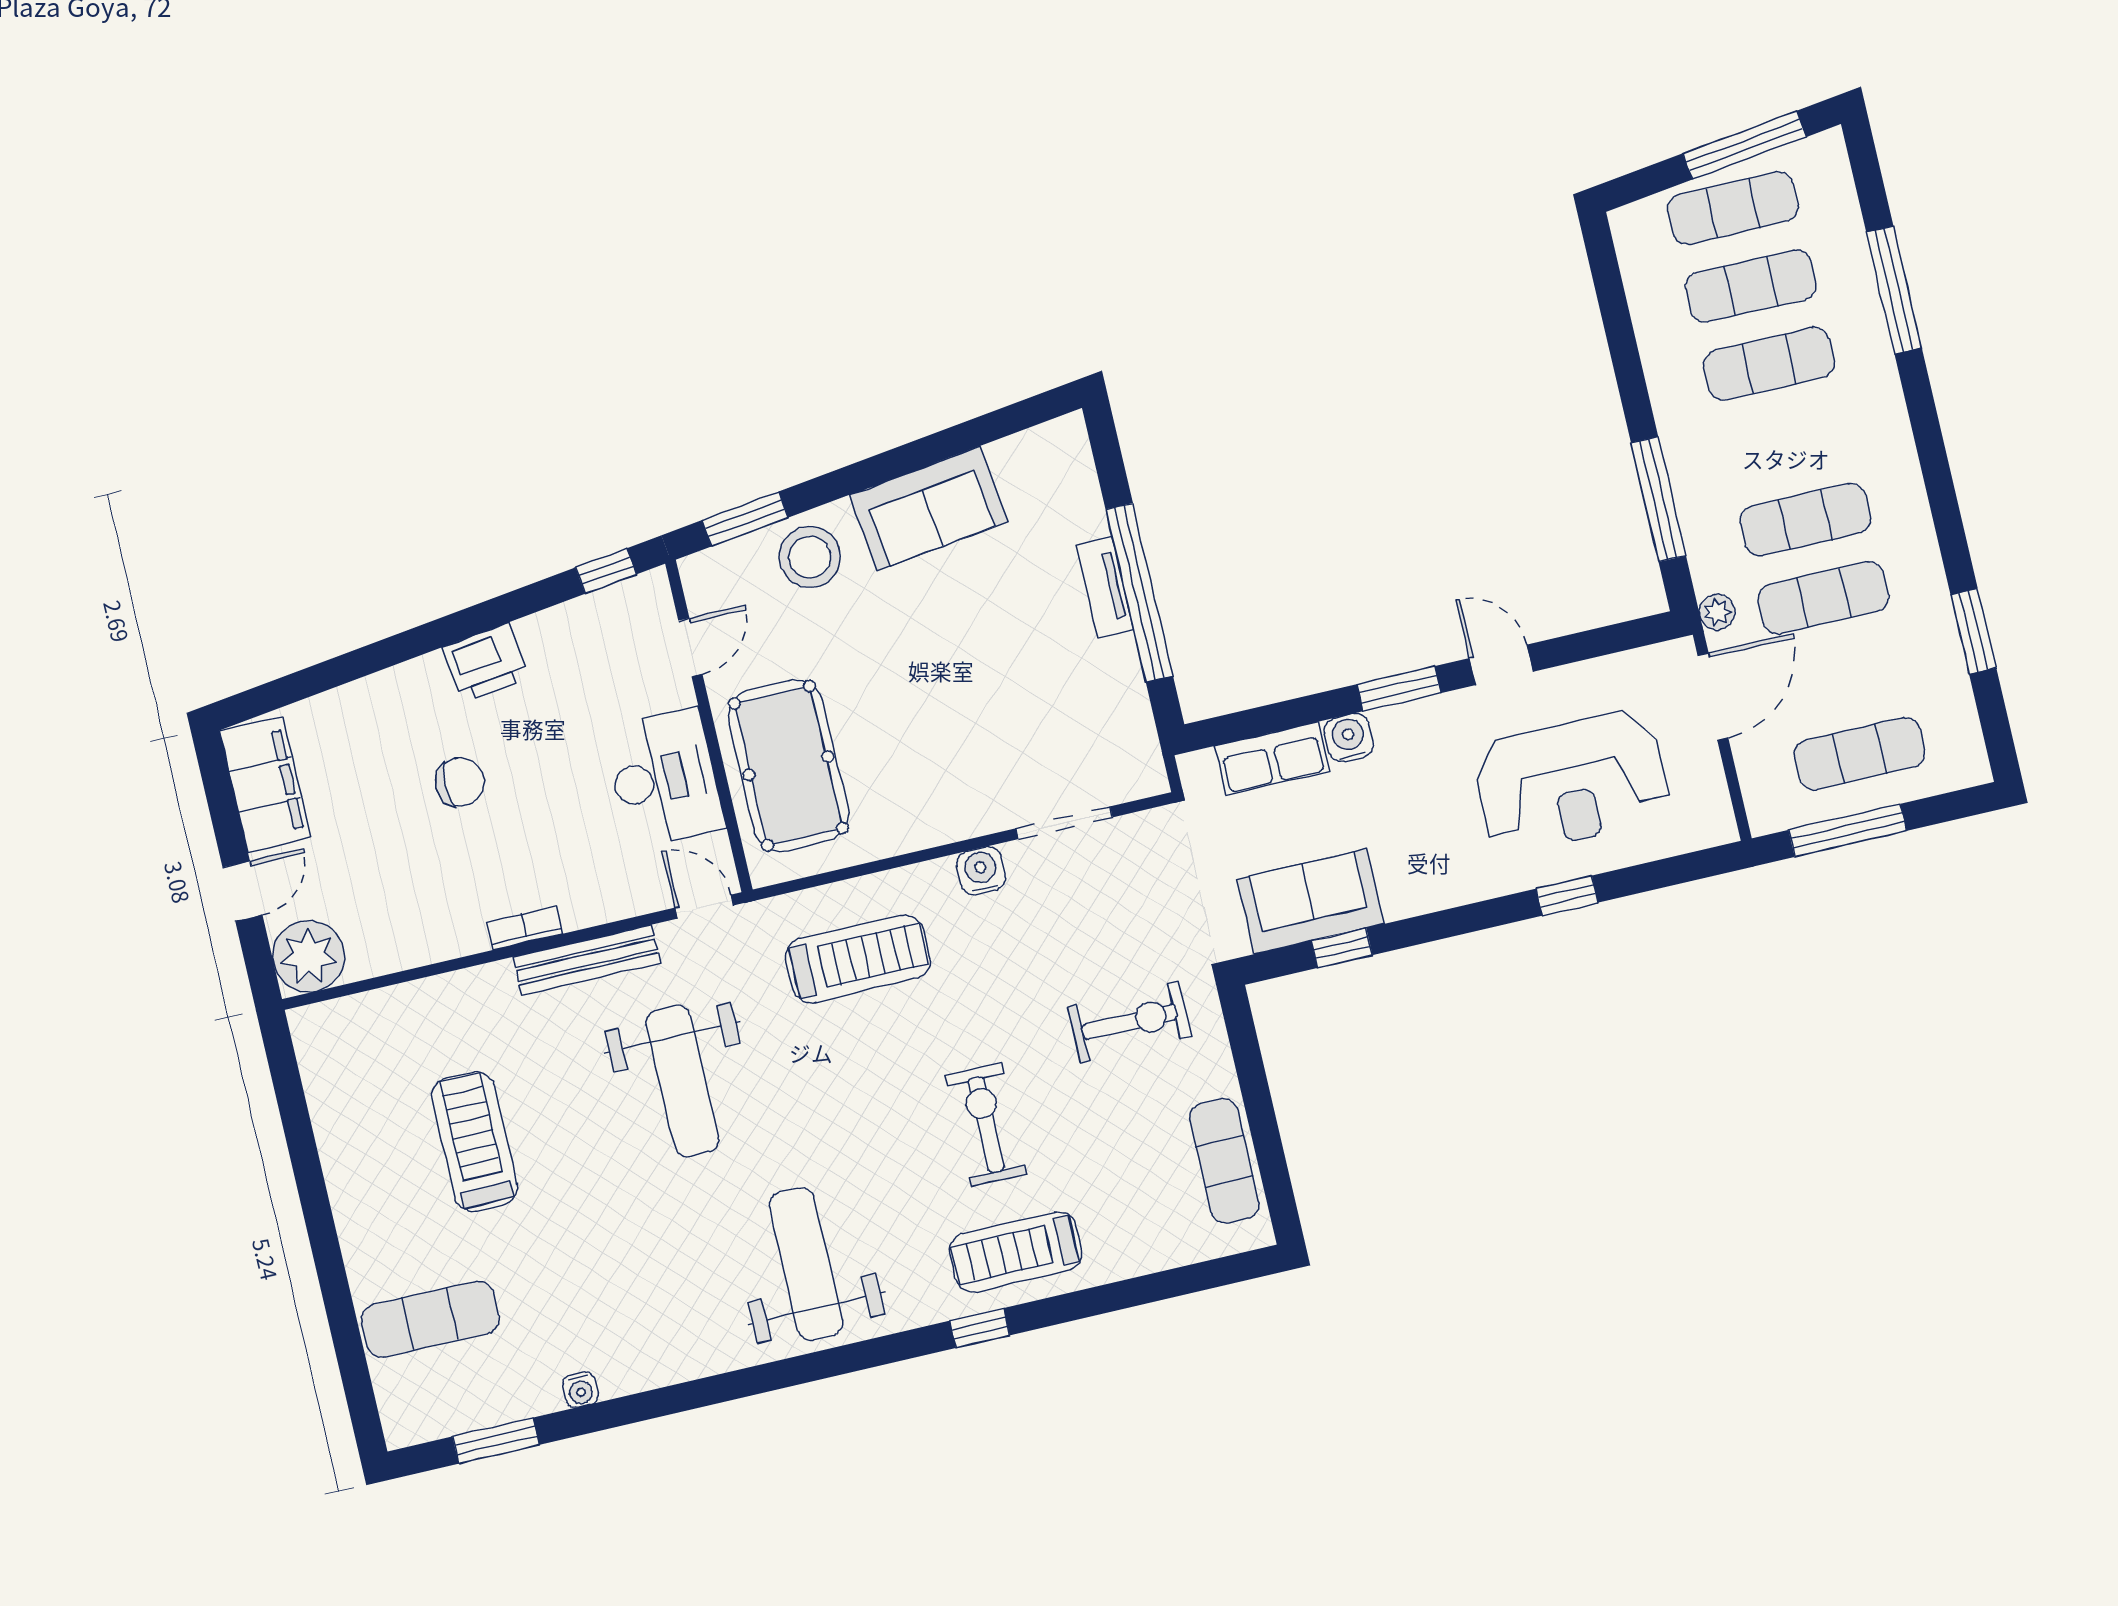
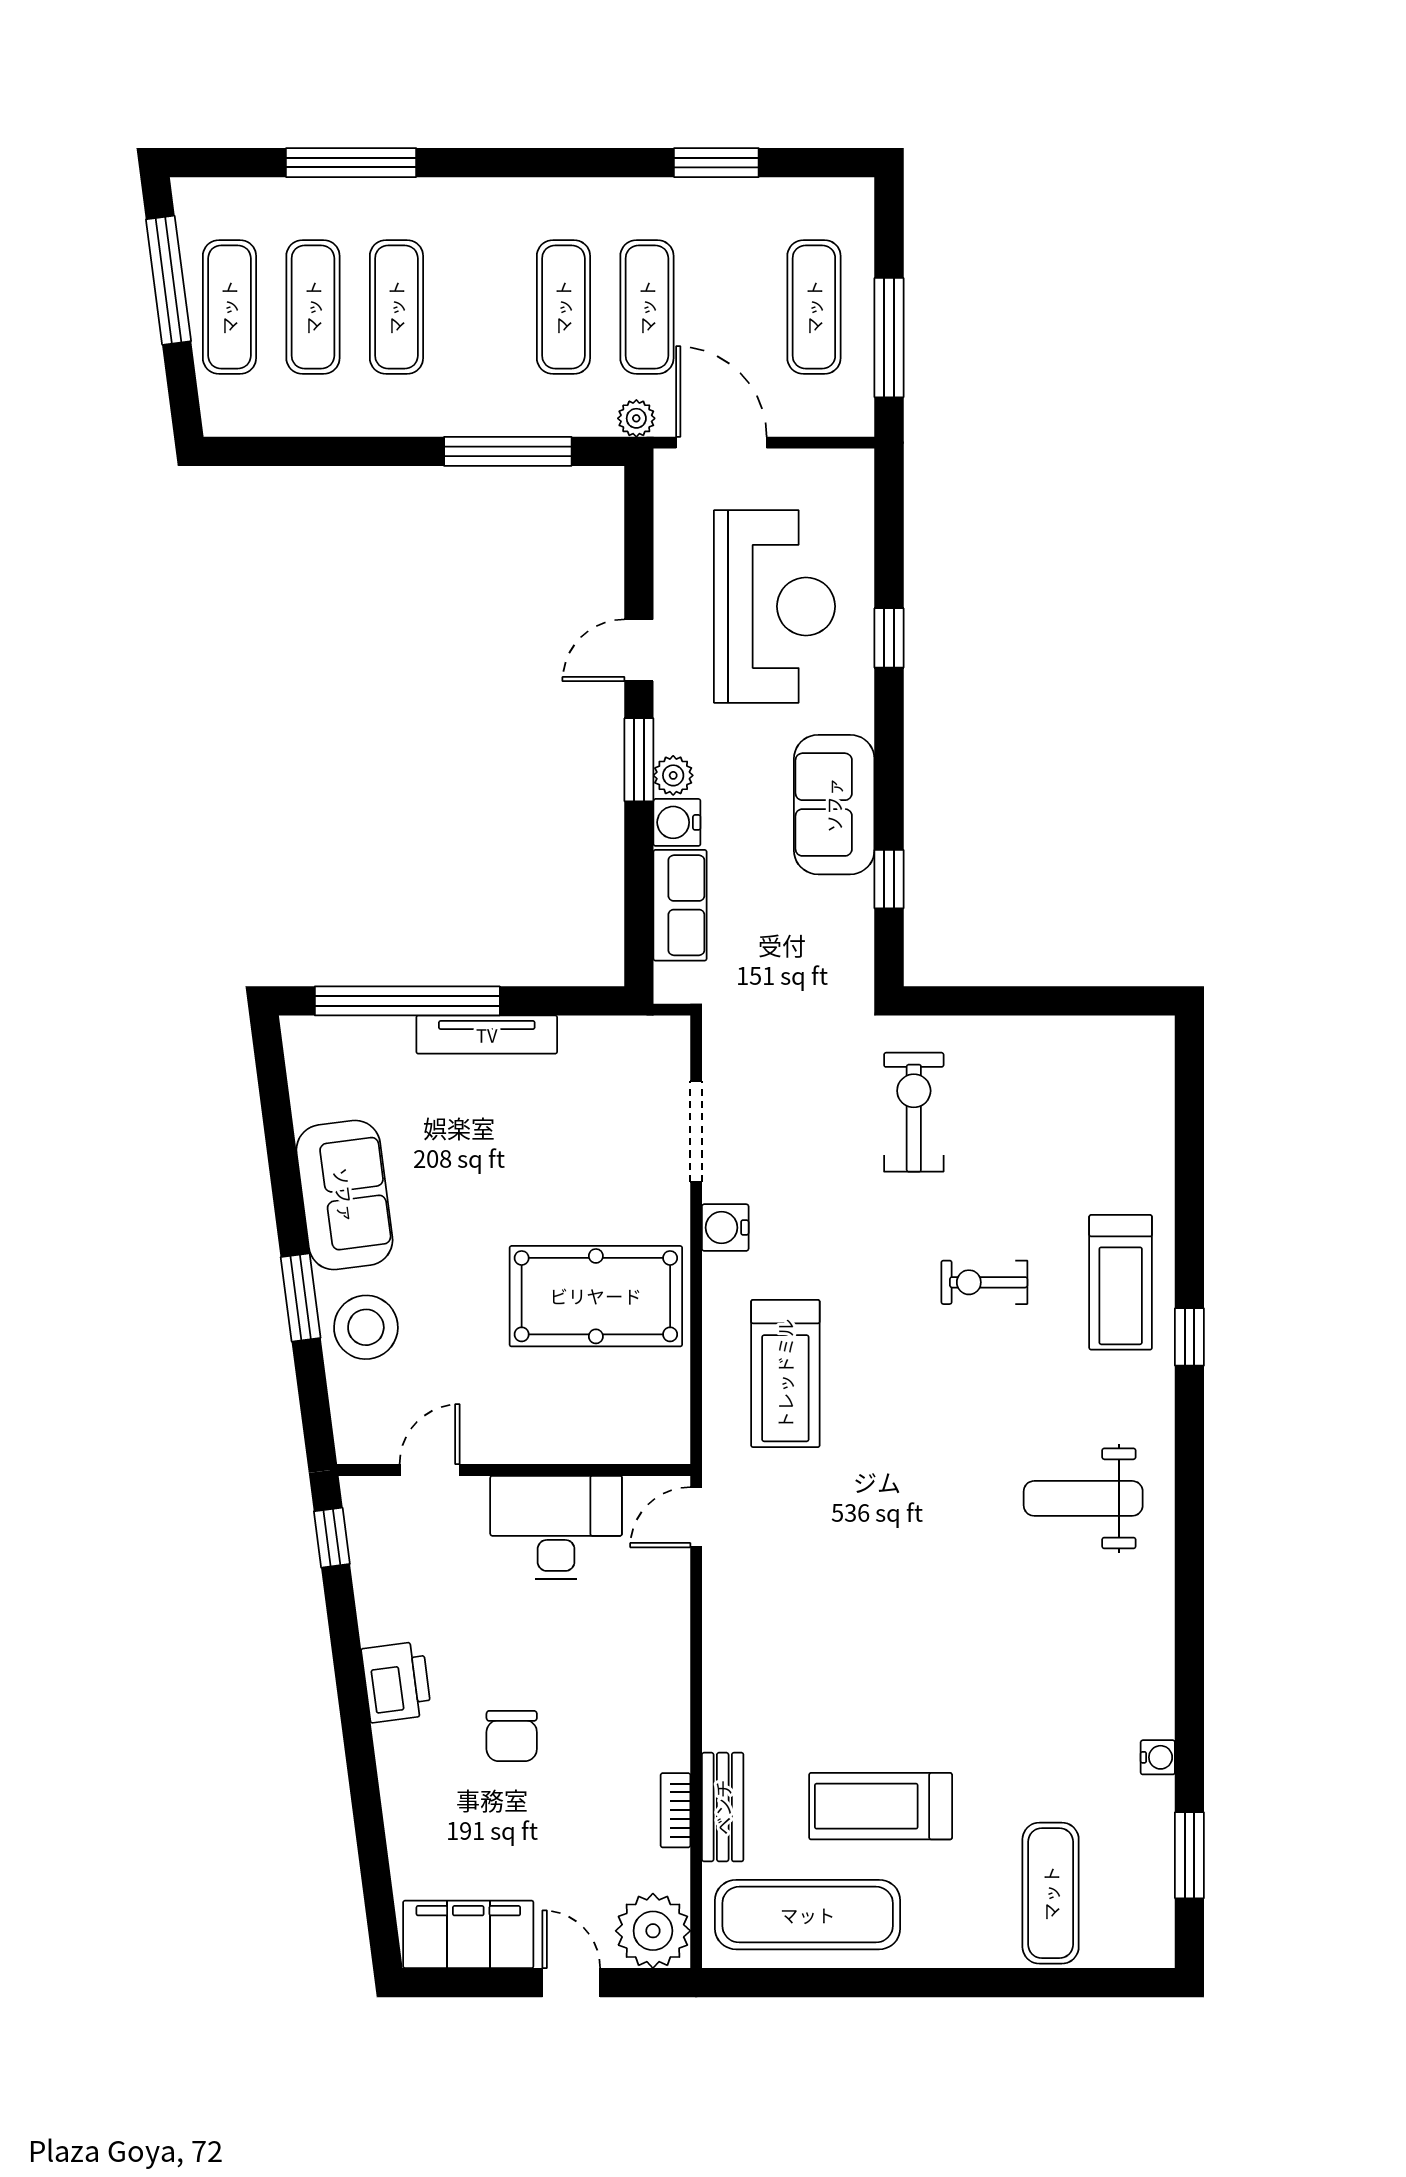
window: (745, 519) -> (301, 1298), moved
tv unit: (1105, 587) -> (487, 1035), width x1.41
window: (1139, 593) -> (407, 1001), moved
door: (690, 647) -> (430, 1470), hinge flipped
plant: (1392, 724) -> (673, 775), added
pool table: (788, 766) -> (596, 1296), moved
chair: (460, 782) -> (512, 1736), turned 180
sofa: (1310, 901) -> (834, 805), moved
bookcase: (525, 928) -> (675, 1810), moved
treadmill: (858, 959) -> (785, 1374), turned 180
bench: (587, 960) -> (723, 1807), moved, width x0.73
weight bench: (682, 1081) -> (868, 1581), removed
exercise bike: (986, 1125) -> (984, 1282), width x0.73, depth x0.72
exercise mat: (1224, 1161) -> (808, 1915), moved, width x1.36, depth x1.45
weight bench: (806, 1264) -> (1083, 1498), width x0.73, depth x0.75

